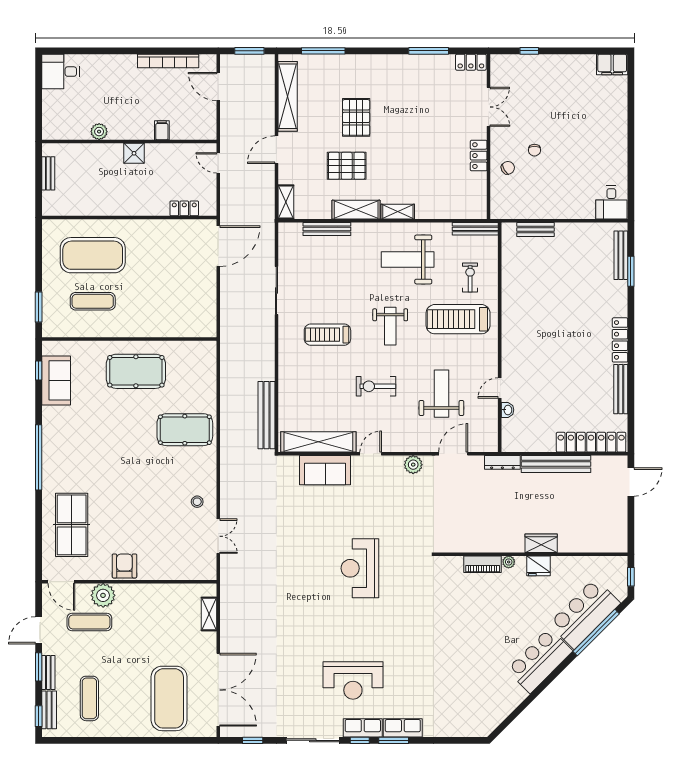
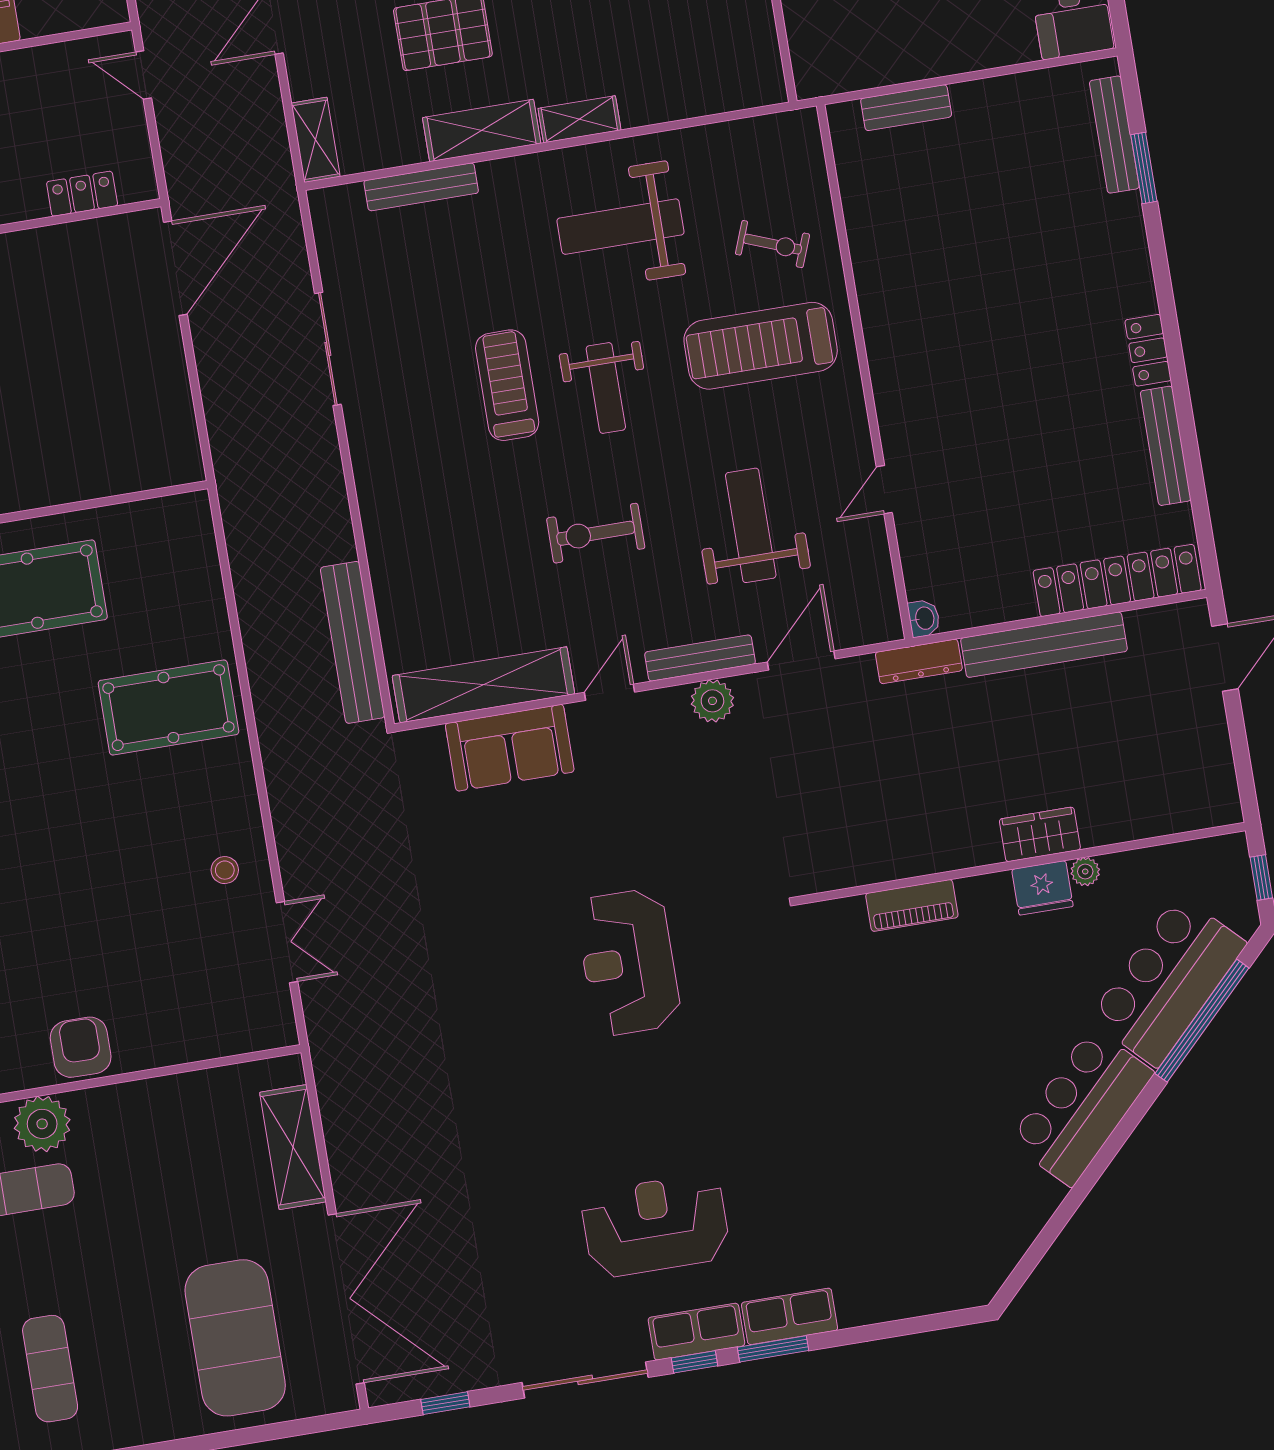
bench: (475, 229) -> (700, 658), moved
exercise bike: (470, 277) -> (773, 244), turned 111
treadmill: (327, 335) -> (507, 385), moved, turned 90
locker: (620, 340) -> (1148, 350), width x0.66
washbasin: (508, 410) -> (924, 618), moved
plant: (509, 562) -> (1085, 872), moved
shelving: (209, 614) -> (293, 1147), width x1.50, depth x1.33
reception desk: (353, 680) -> (655, 1226), turned 180

